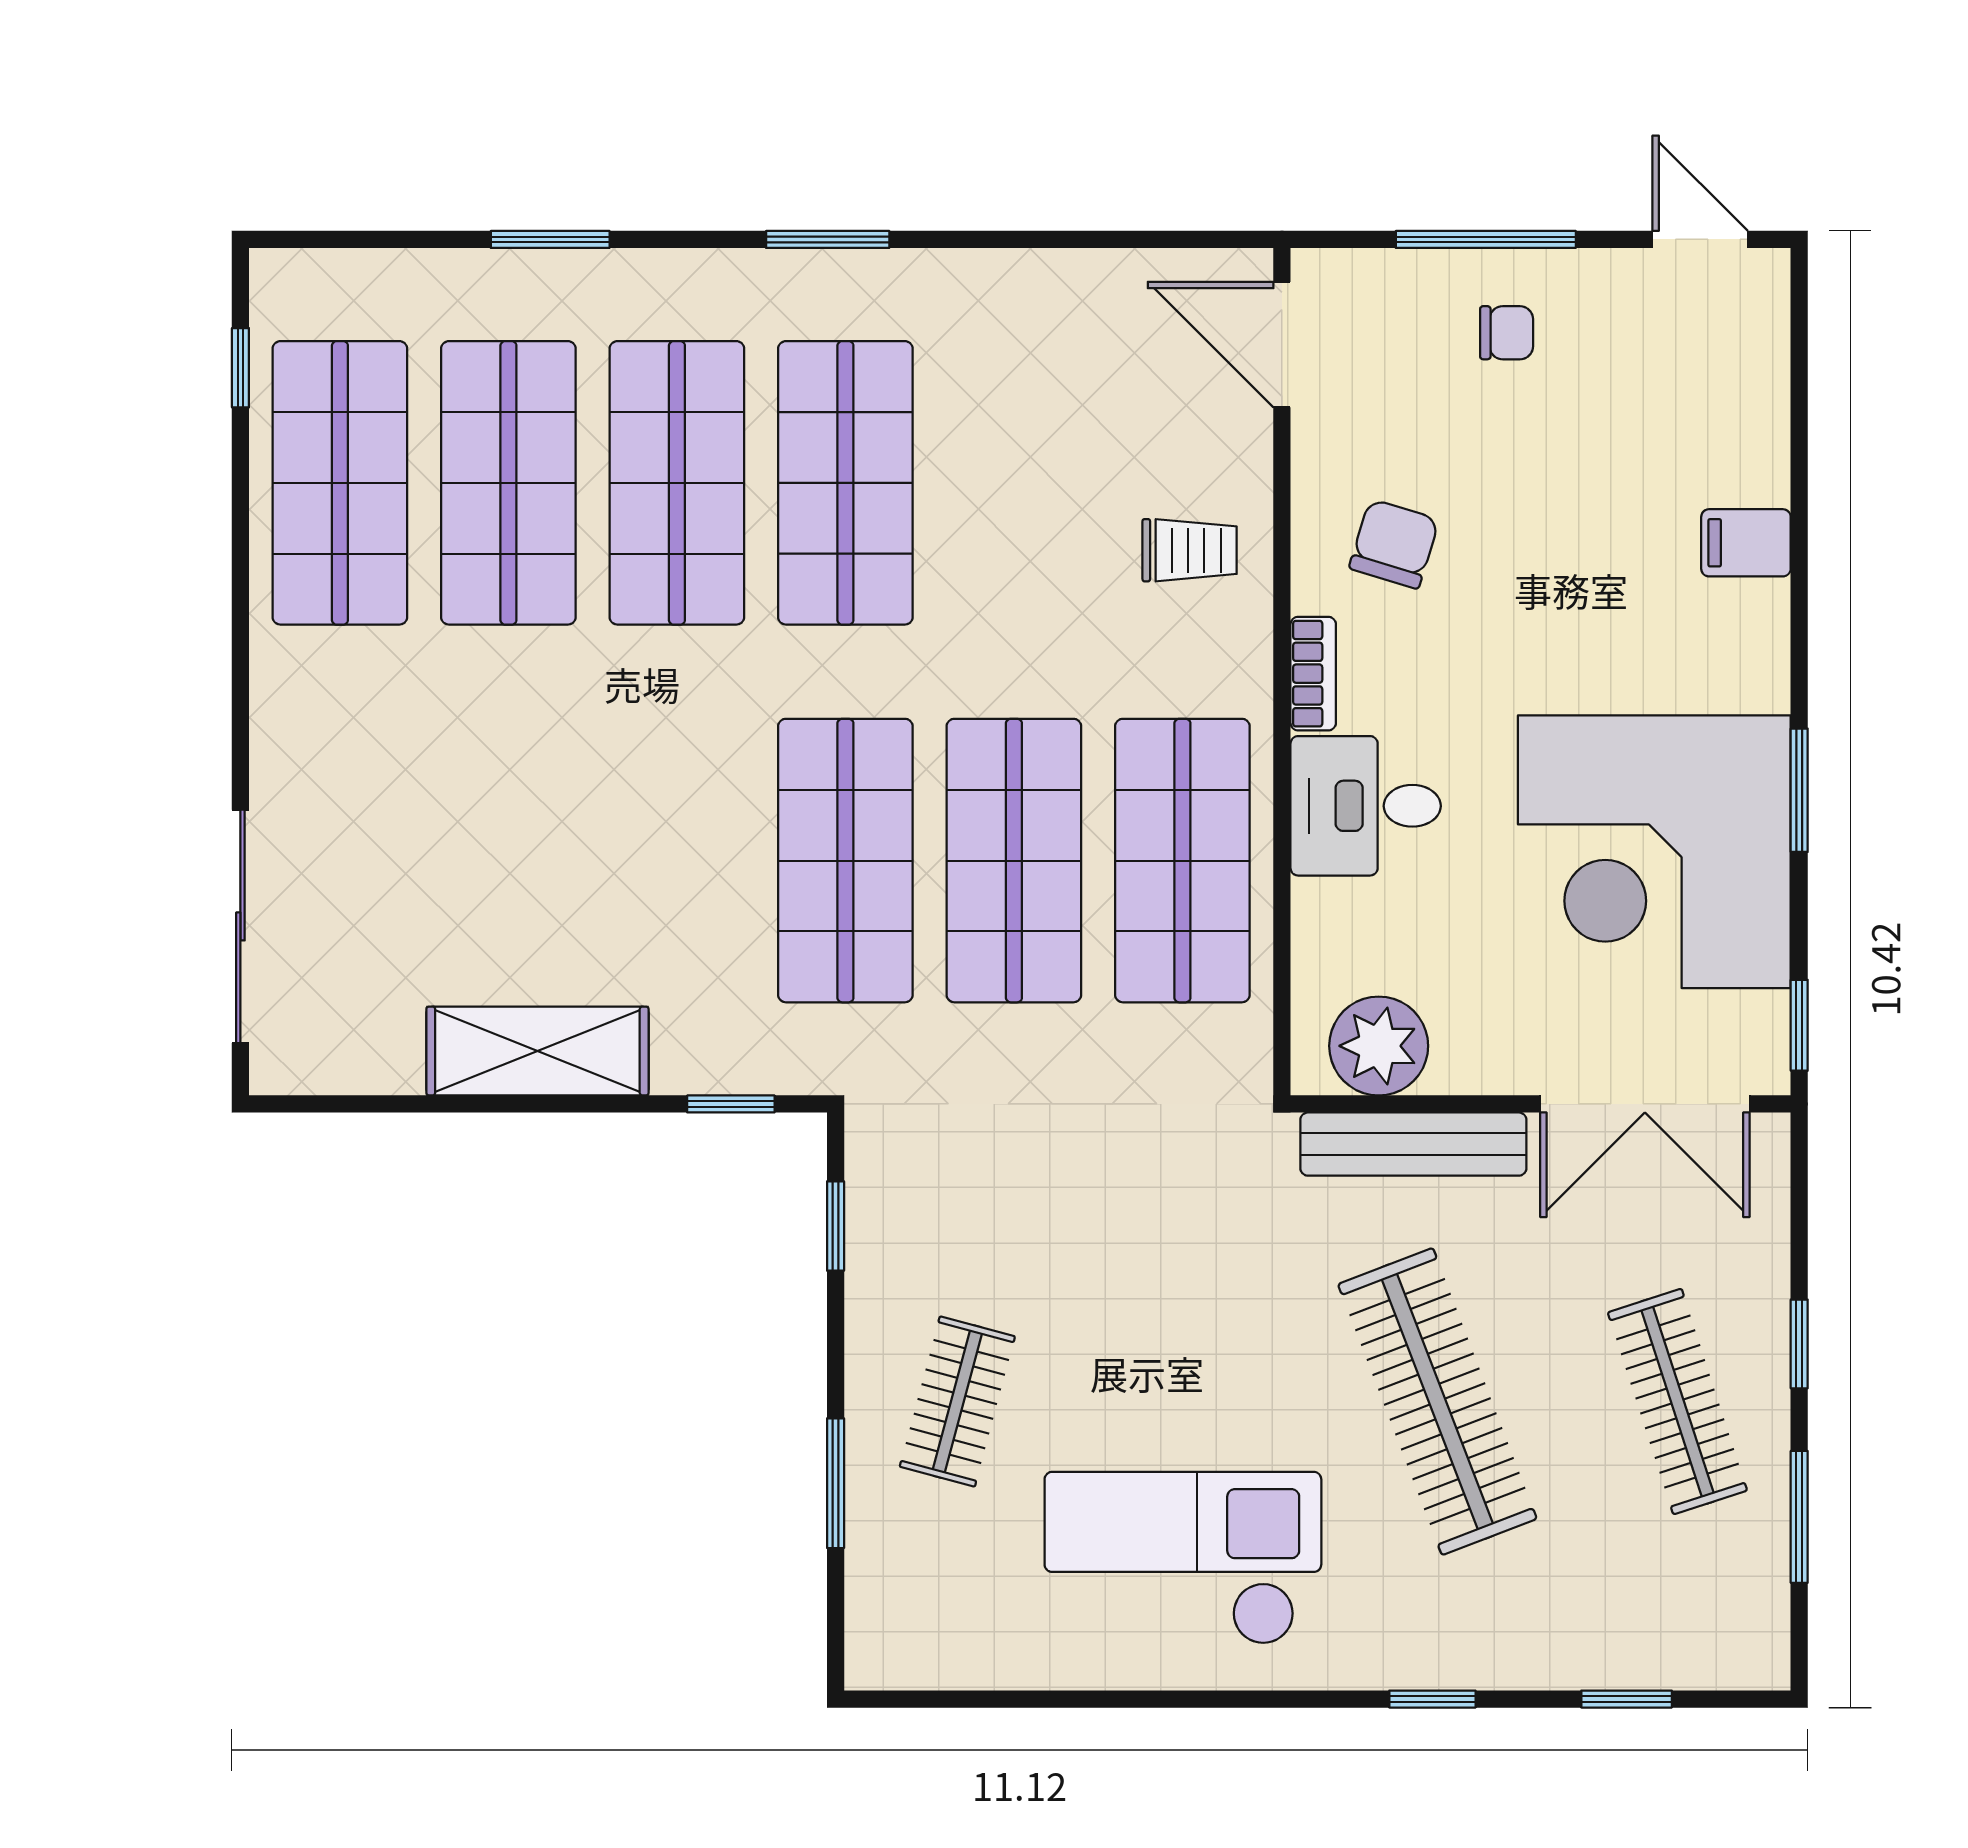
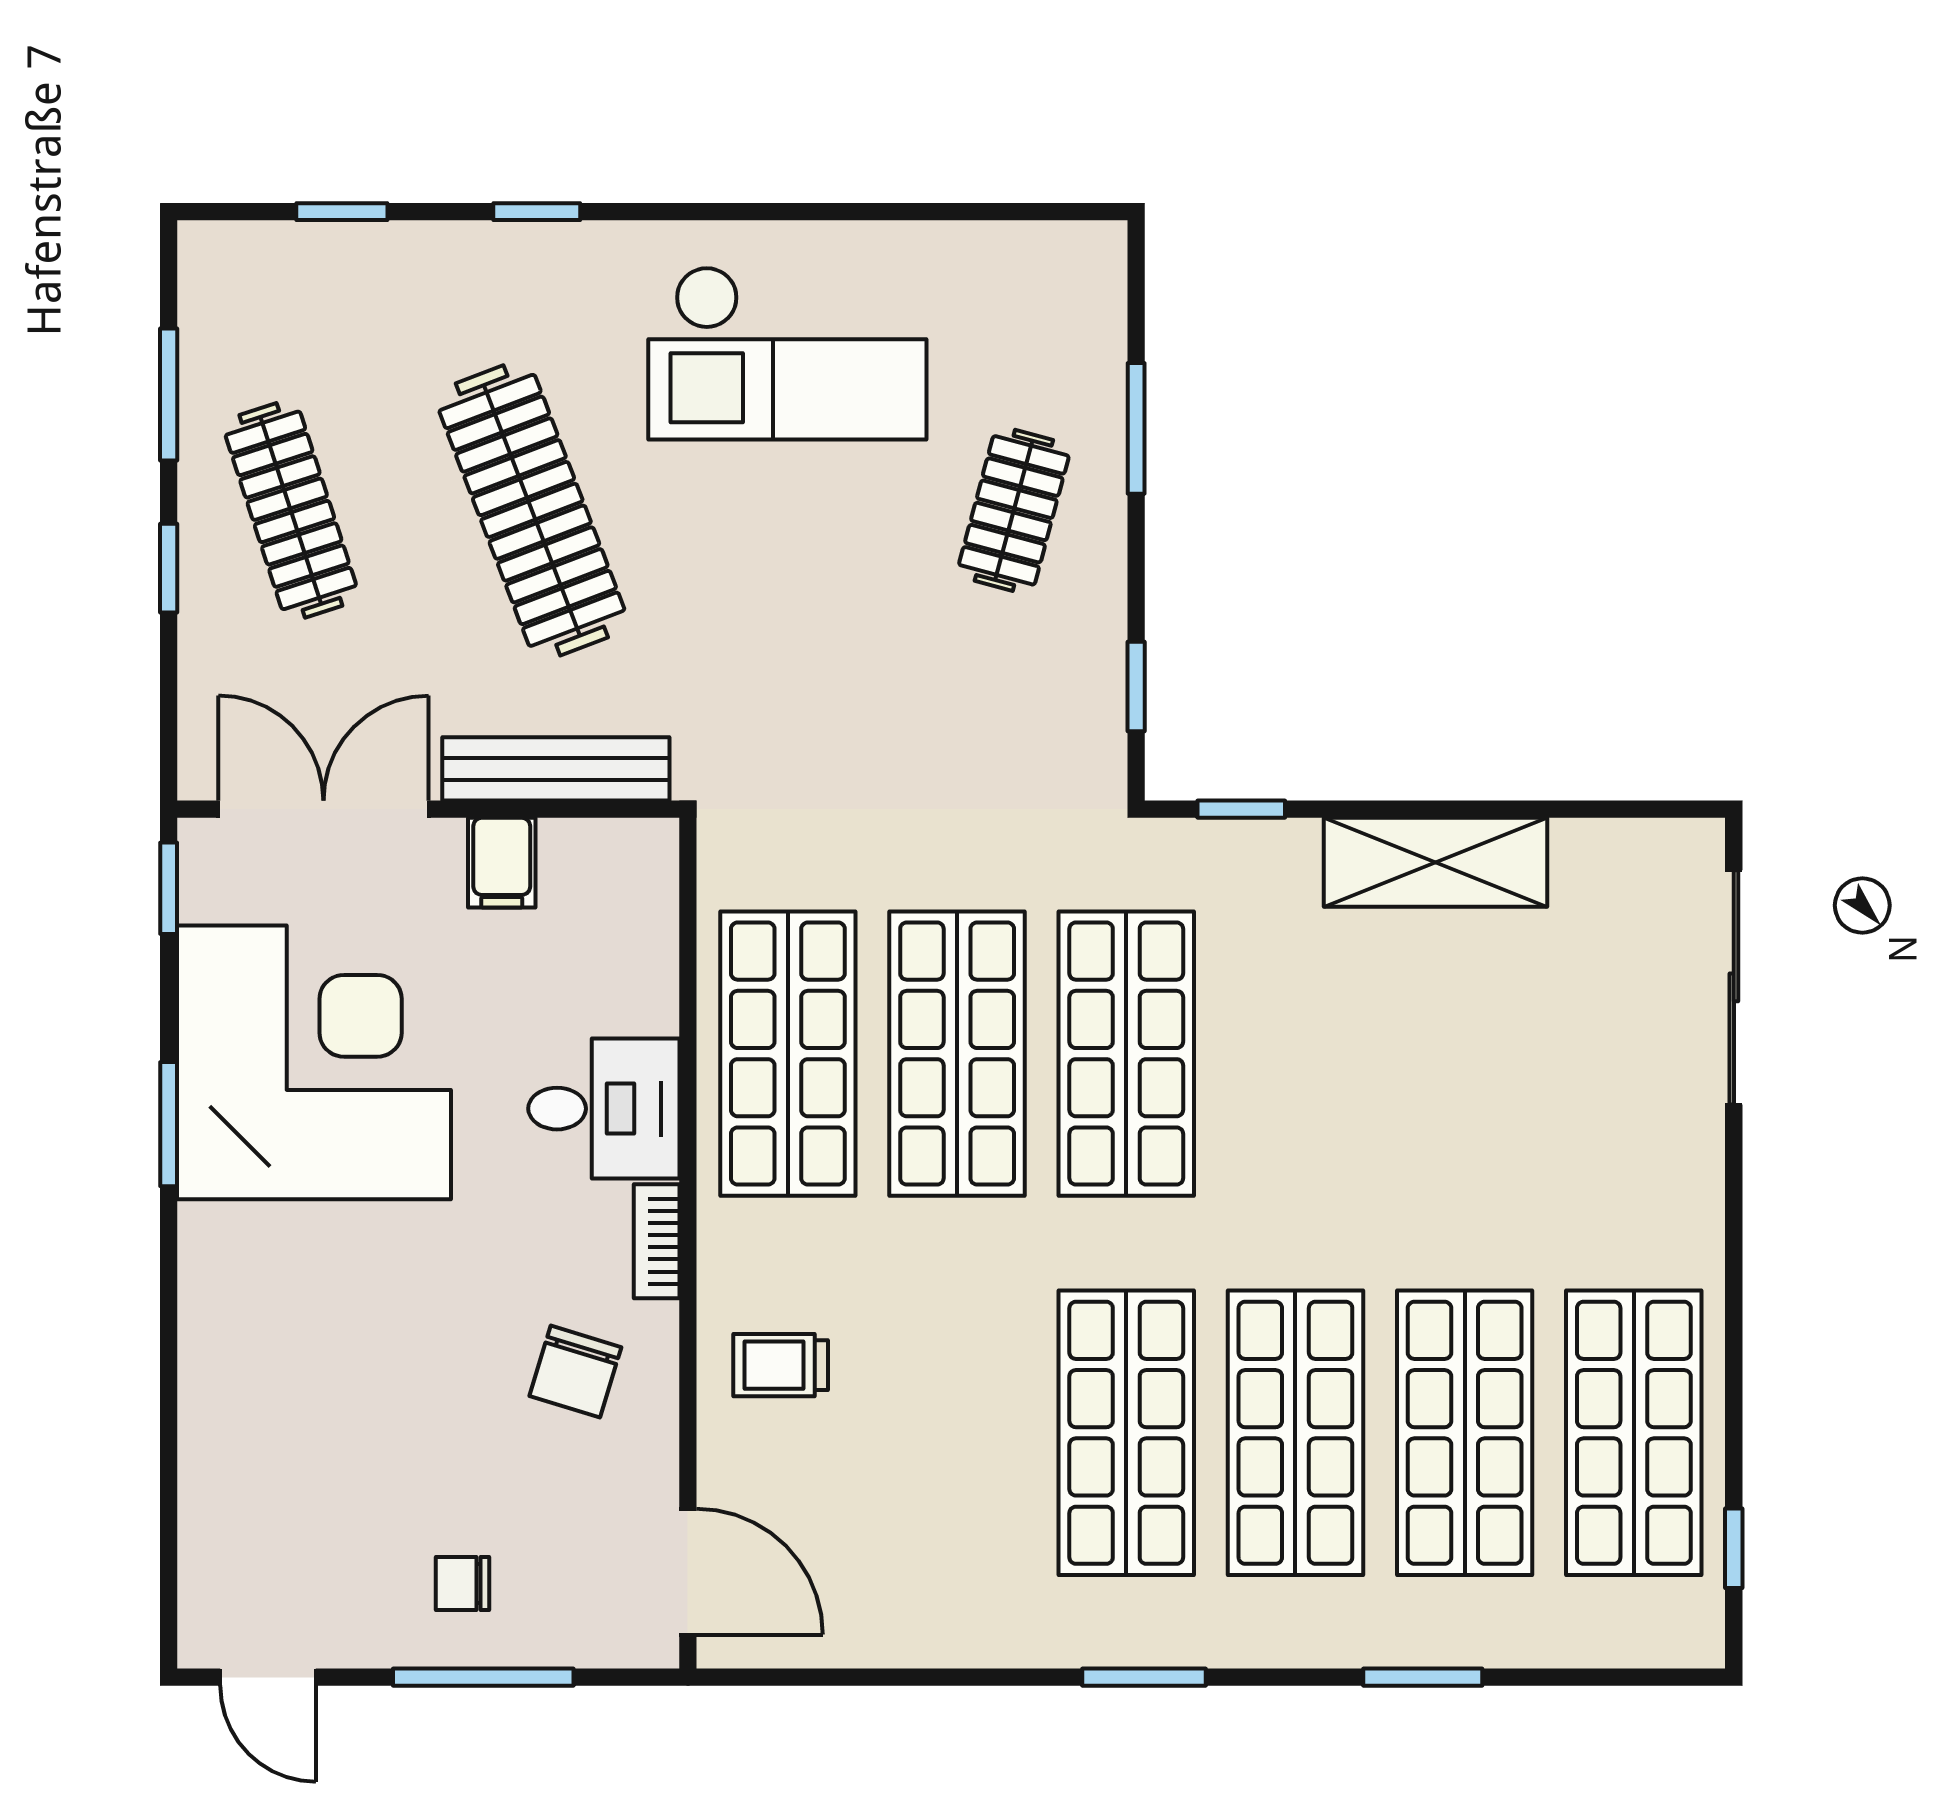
filing cabinet: (1746, 543) -> (502, 863), moved, turned 90
plant: (1379, 1046) -> (591, 867), removed

